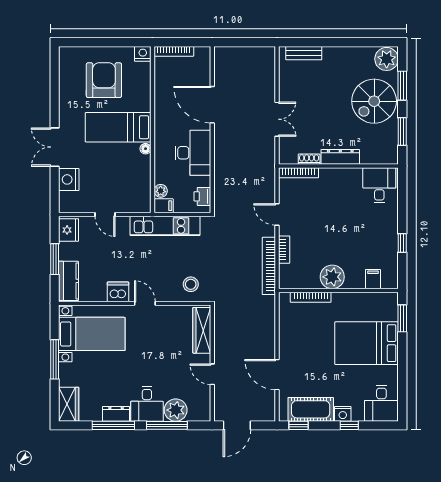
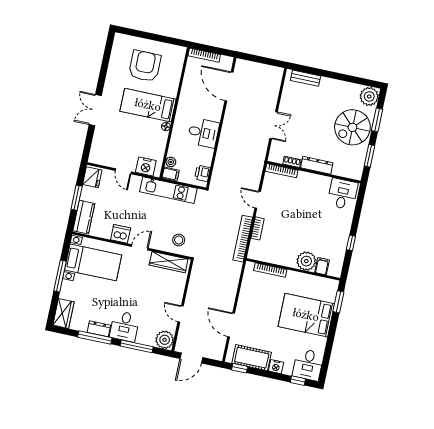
nightstand: (143, 54) -> (179, 52), removed
door: (212, 105) -> (229, 86), moved
desk: (193, 153) -> (203, 133), width x0.73
nightstand: (69, 179) -> (146, 166), moved, turned -90
plant: (332, 277) -> (306, 261), moved
door: (145, 303) -> (140, 247), hinge flipped
wardrobe: (202, 330) -> (169, 262), moved, turned -90
plant: (176, 410) -> (165, 340), moved
window: (349, 425) -> (298, 381), moved

